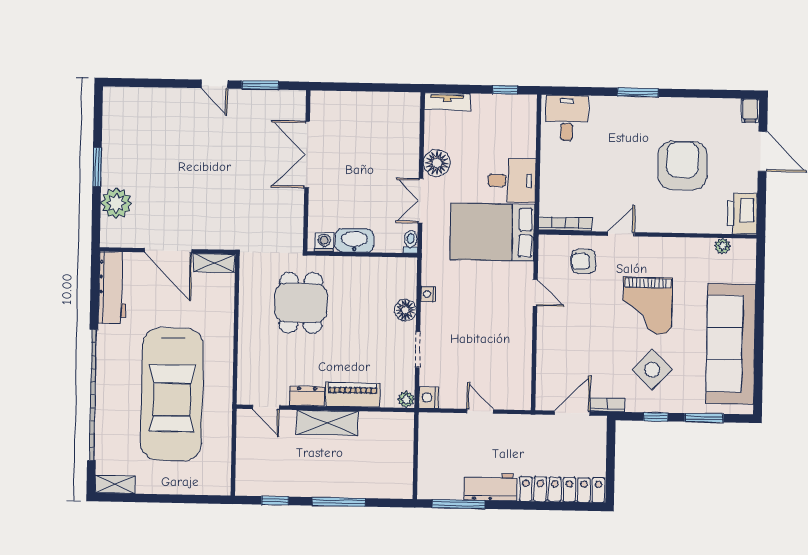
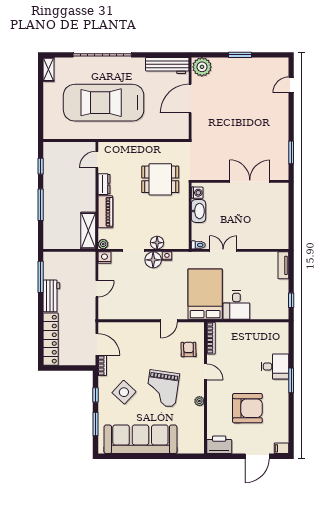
door: (215, 84) -> (291, 85), moved
desk: (567, 118) -> (275, 366), moved
floor lamp: (437, 163) -> (153, 260), moved
plant: (116, 203) -> (202, 67), moved
plant: (722, 246) -> (199, 401), moved
shelving: (214, 263) -> (183, 127), removed
grand piano: (647, 306) -> (162, 389), turned -82
garage door: (93, 395) -> (102, 55), width x0.73
shelving: (327, 423) -> (88, 231), moved

